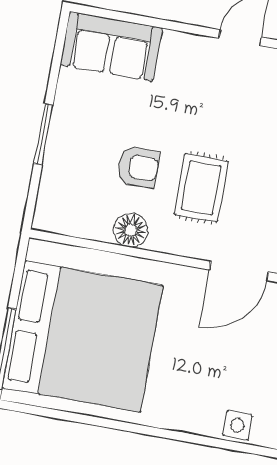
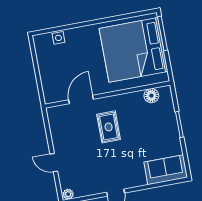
armchair: (138, 167) -> (137, 126), removed
floor lamp: (131, 230) -> (151, 96), moved

